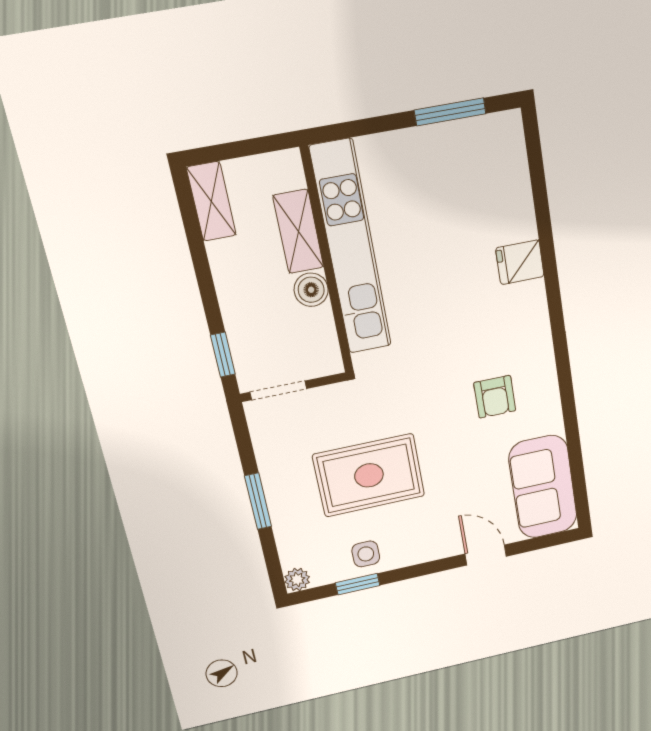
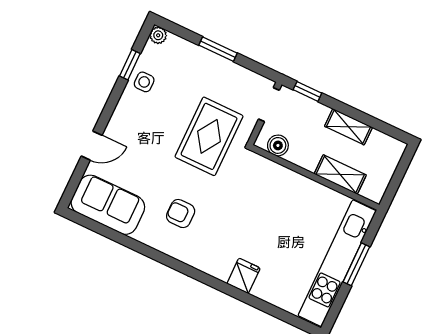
window: (450, 112) -> (356, 264), moved
shelving: (211, 201) -> (348, 127), moved
kitchen unit: (351, 248) -> (337, 263), moved, turned 90
boiler: (311, 290) -> (278, 145), moved
rug: (369, 475) -> (209, 136), moved

